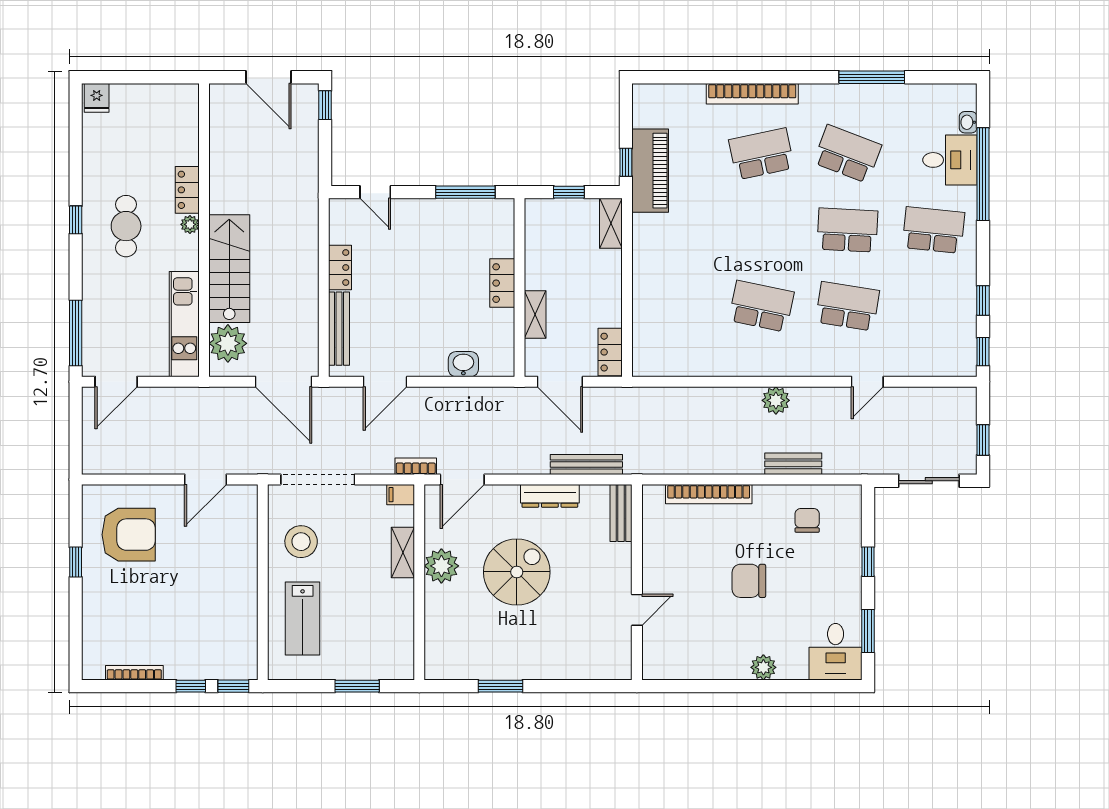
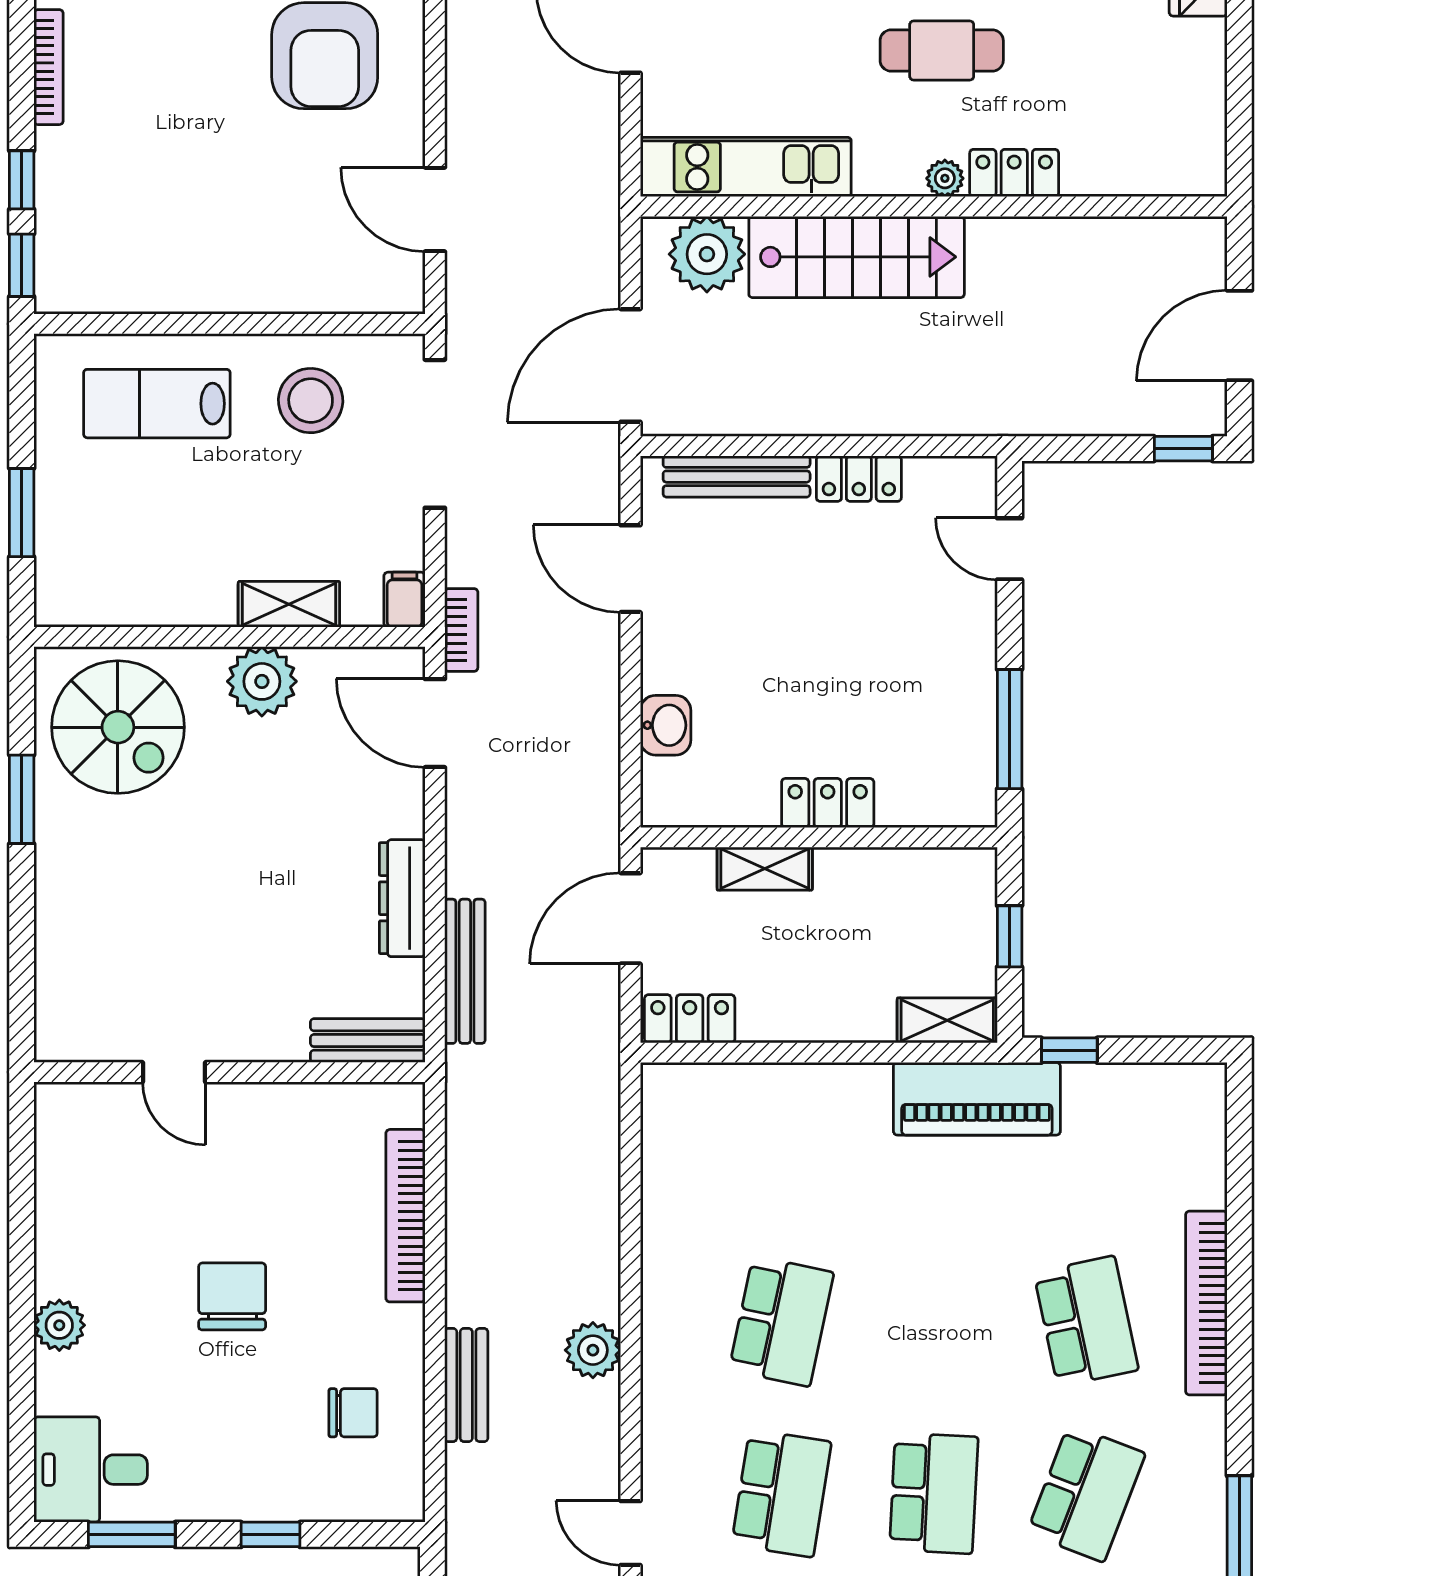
piano: (650, 171) -> (977, 1099), moved
door: (375, 192) -> (1010, 549), hinge flipped
spiral stairs: (517, 572) -> (118, 727), moved

